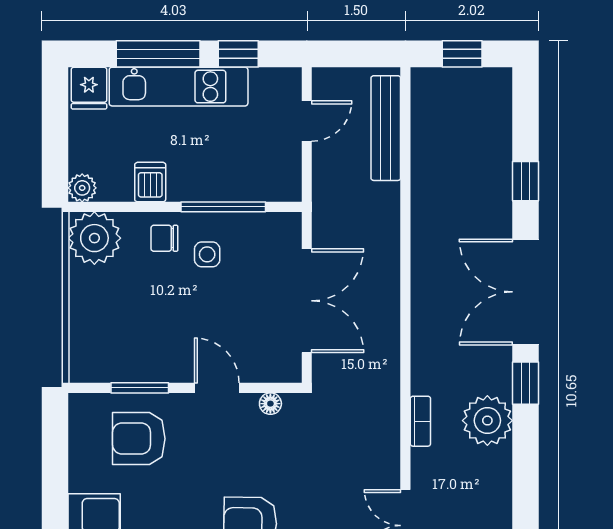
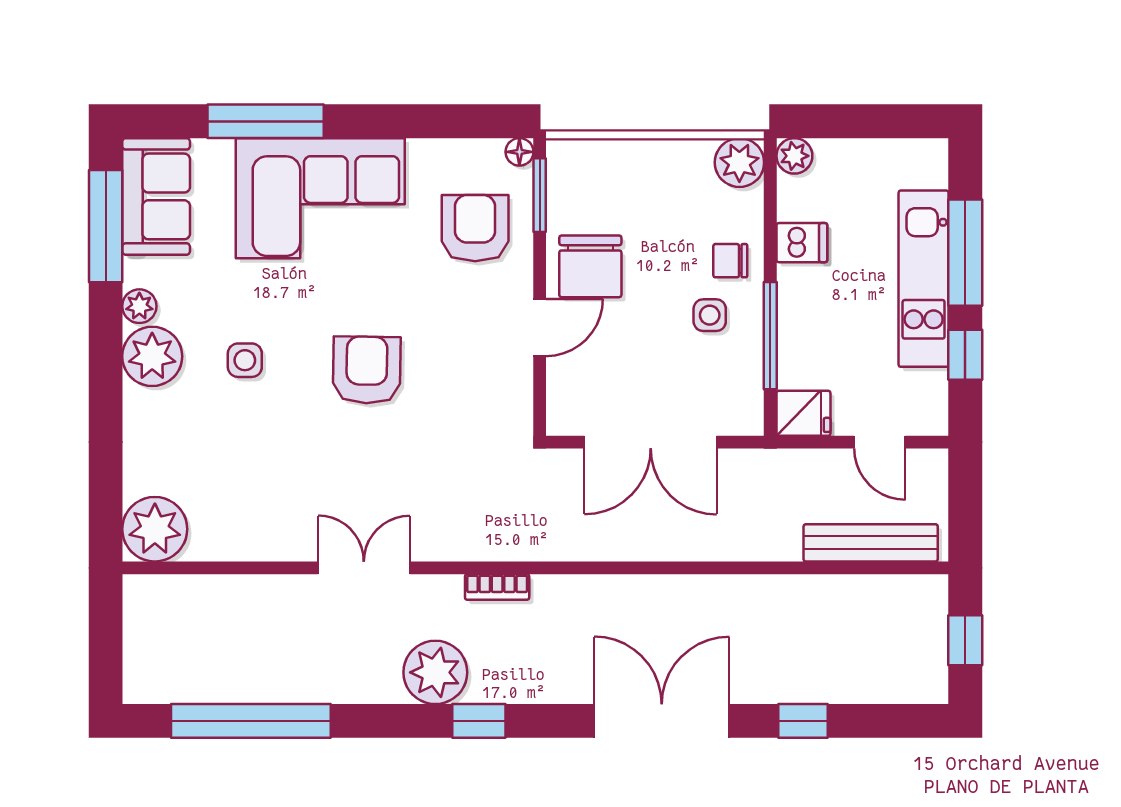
fridge: (89, 88) -> (803, 413), moved, turned 180
plant: (94, 238) -> (739, 163), width x0.73, depth x0.73
chair: (164, 238) -> (730, 261), turned -90
chair: (169, 348) -> (590, 266), added
window: (526, 383) -> (479, 721), moved
window: (140, 388) -> (540, 195), moved
floor lamp: (270, 404) -> (519, 152), moved
plant: (487, 421) -> (435, 672), moved

